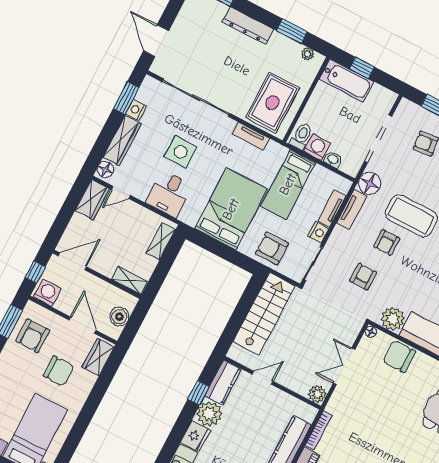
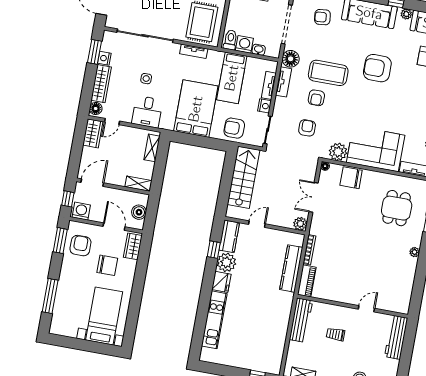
side table: (181, 152) -> (146, 79), width x0.54, depth x0.54
armchair: (33, 336) -> (80, 246), turned 180

